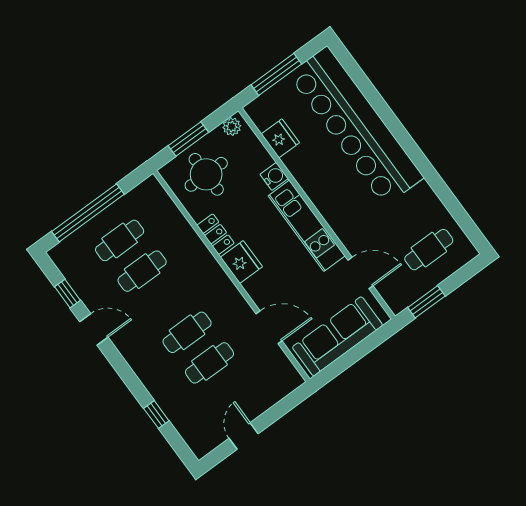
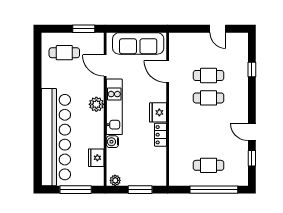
round table: (206, 174) -> (144, 167), removed
plant: (334, 211) -> (96, 104), added
cafe table: (142, 271) -> (208, 143), removed
door: (244, 436) -> (218, 29), hinge flipped

